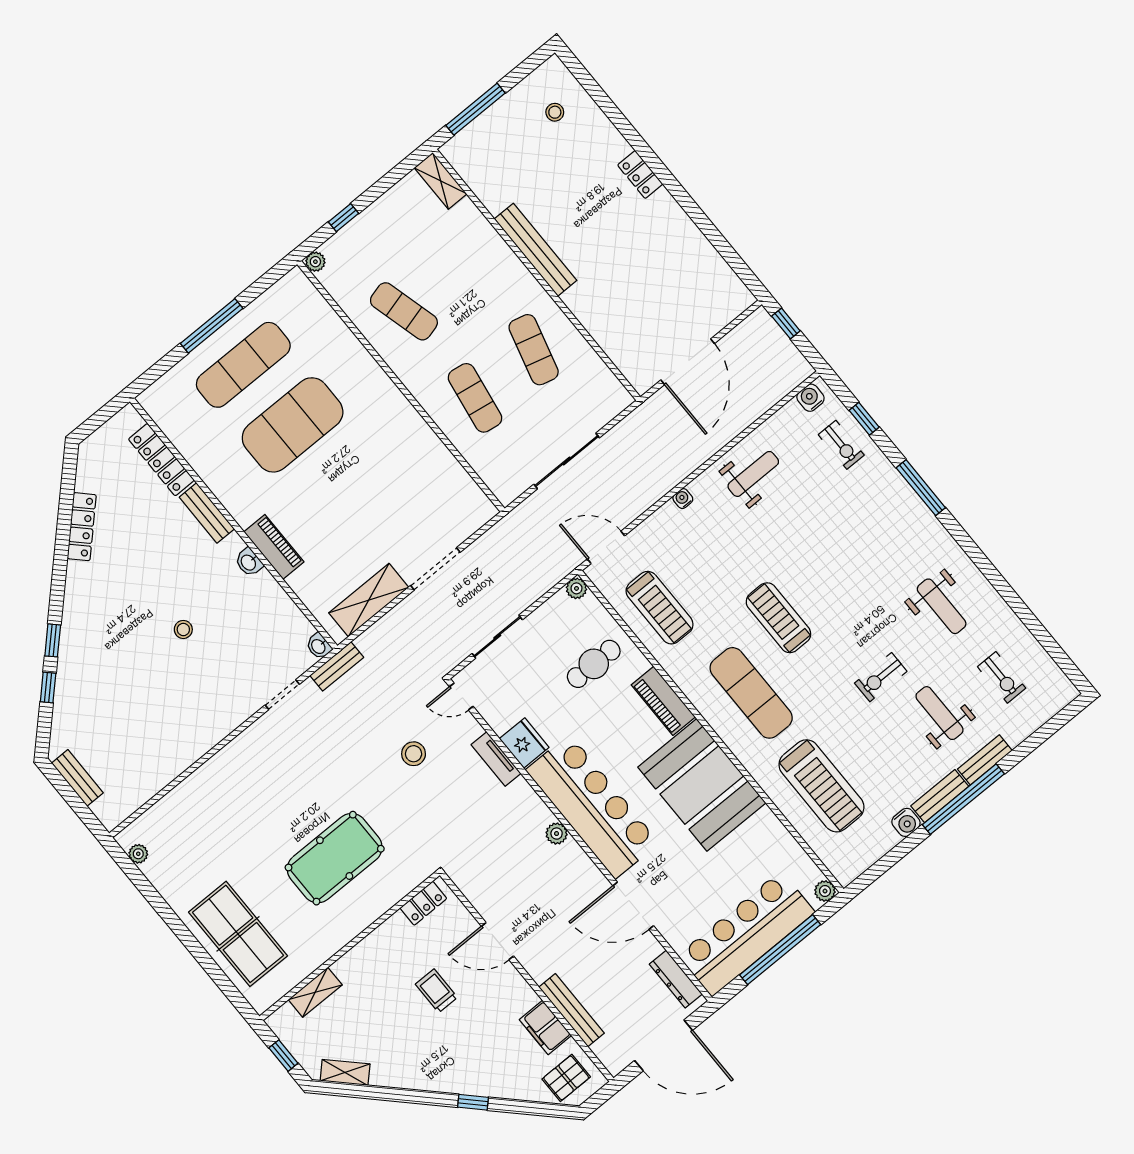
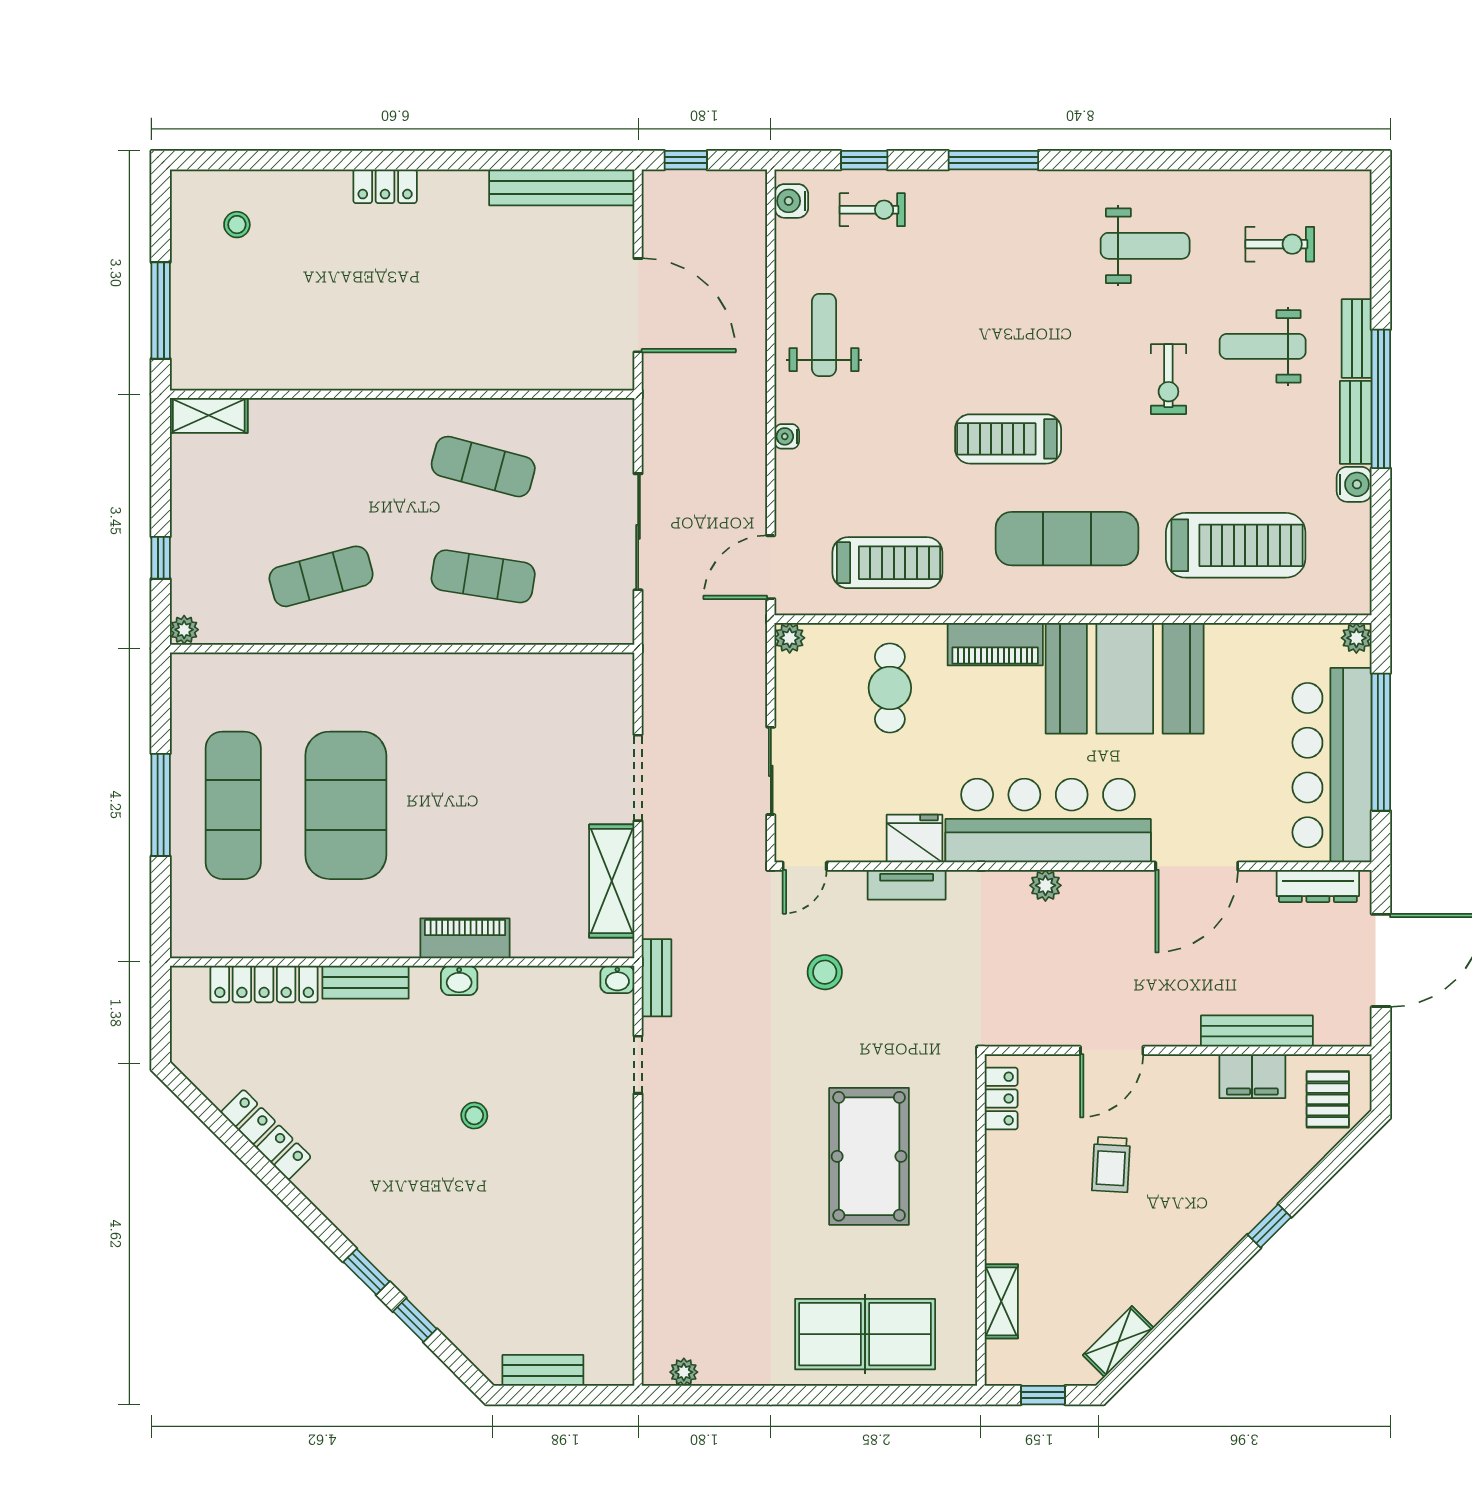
bench: (535, 250) -> (562, 187), moved
trolley: (436, 991) -> (1111, 1164), turned -87

